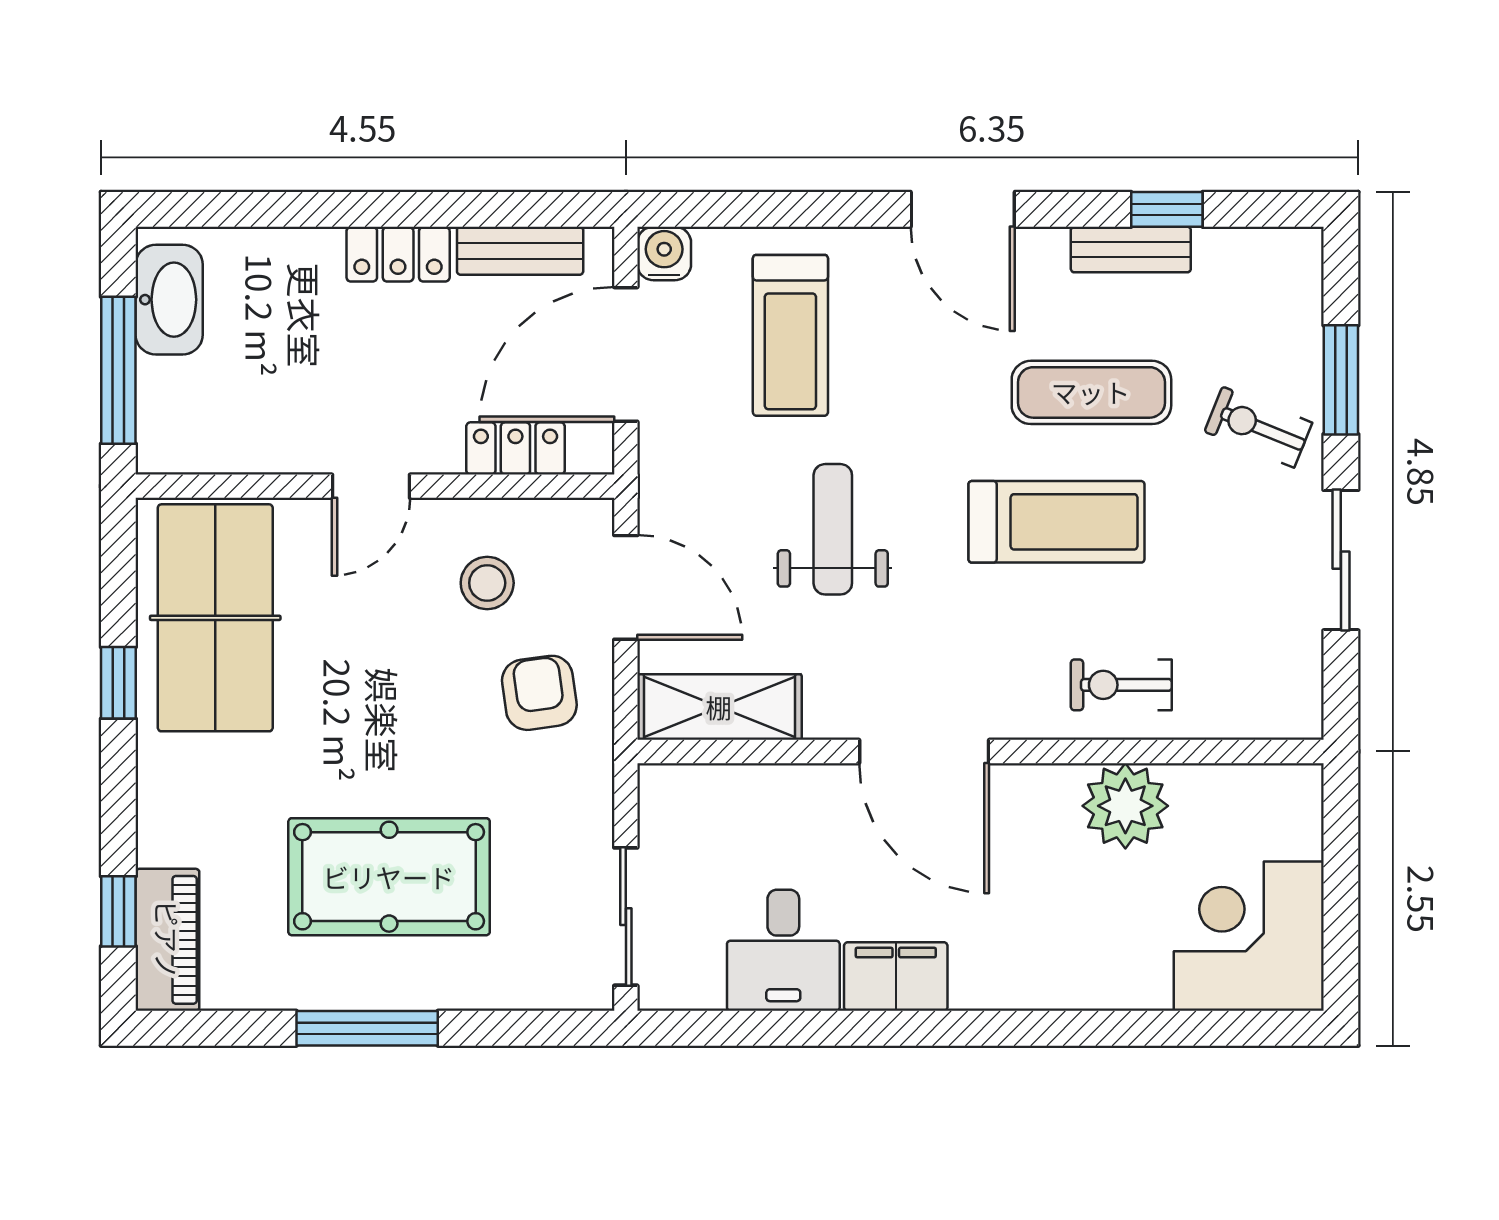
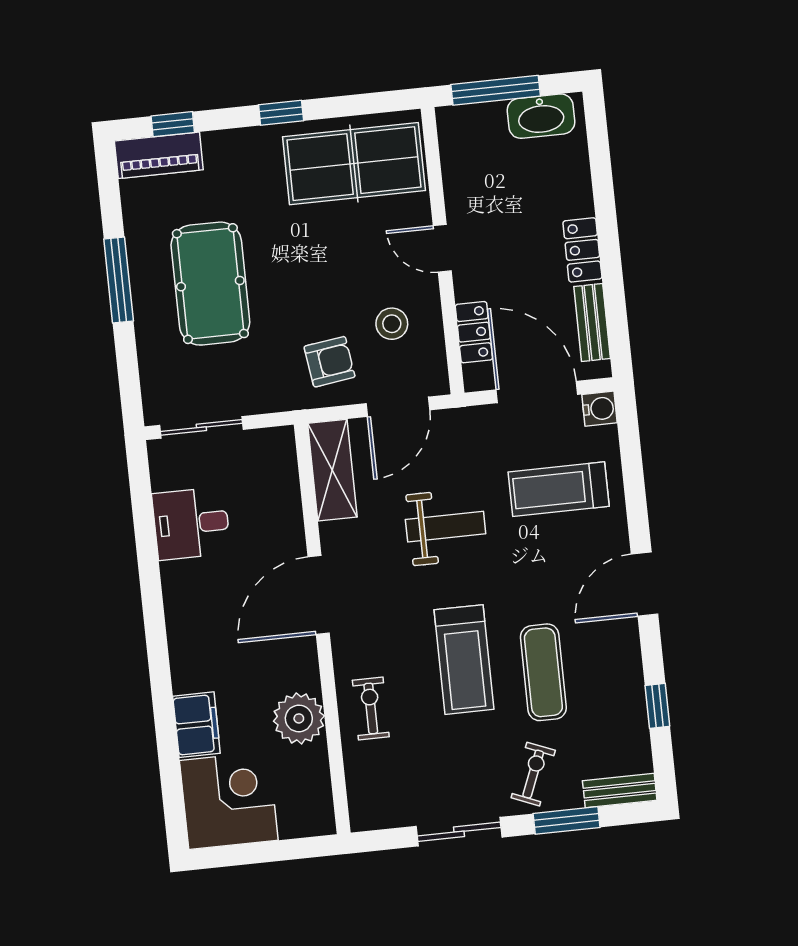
bench: (1131, 250) -> (620, 791), moved, turned 90
window: (118, 683) -> (281, 113), moved
filing cabinet: (896, 977) -> (196, 725), moved

